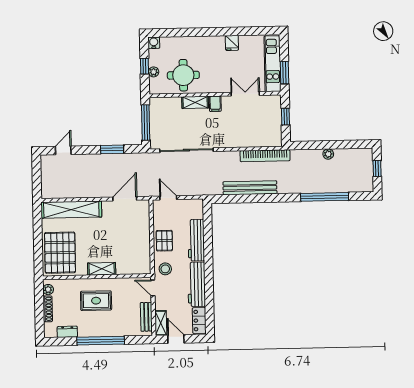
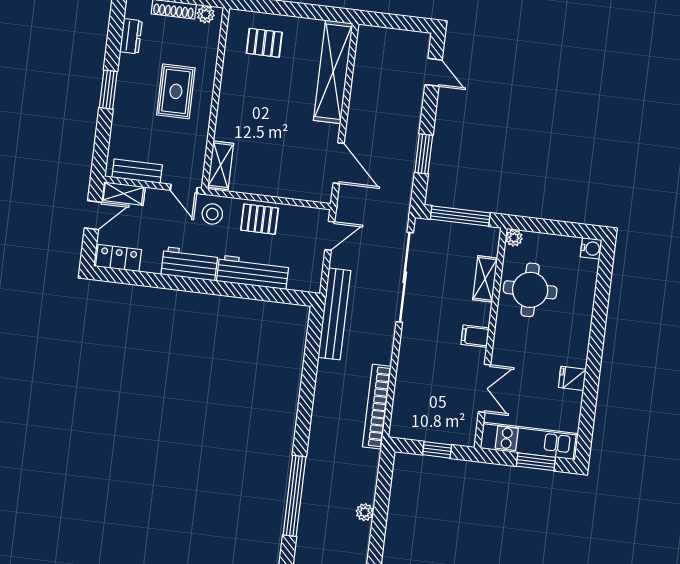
window: (144, 66) -> (554, 227), removed
plant: (154, 72) -> (514, 238), moved
window: (284, 73) -> (536, 462), moved
shelving: (195, 102) -> (485, 279), moved
bench: (250, 188) -> (334, 314), moved
pallet: (60, 253) -> (264, 43), width x0.49, depth x0.50
shelving: (102, 269) -> (221, 165), moved
workbench: (197, 284) -> (189, 264), width x0.73
door: (153, 288) -> (184, 189), swing flipped
window: (101, 341) -> (108, 90), width x0.47

